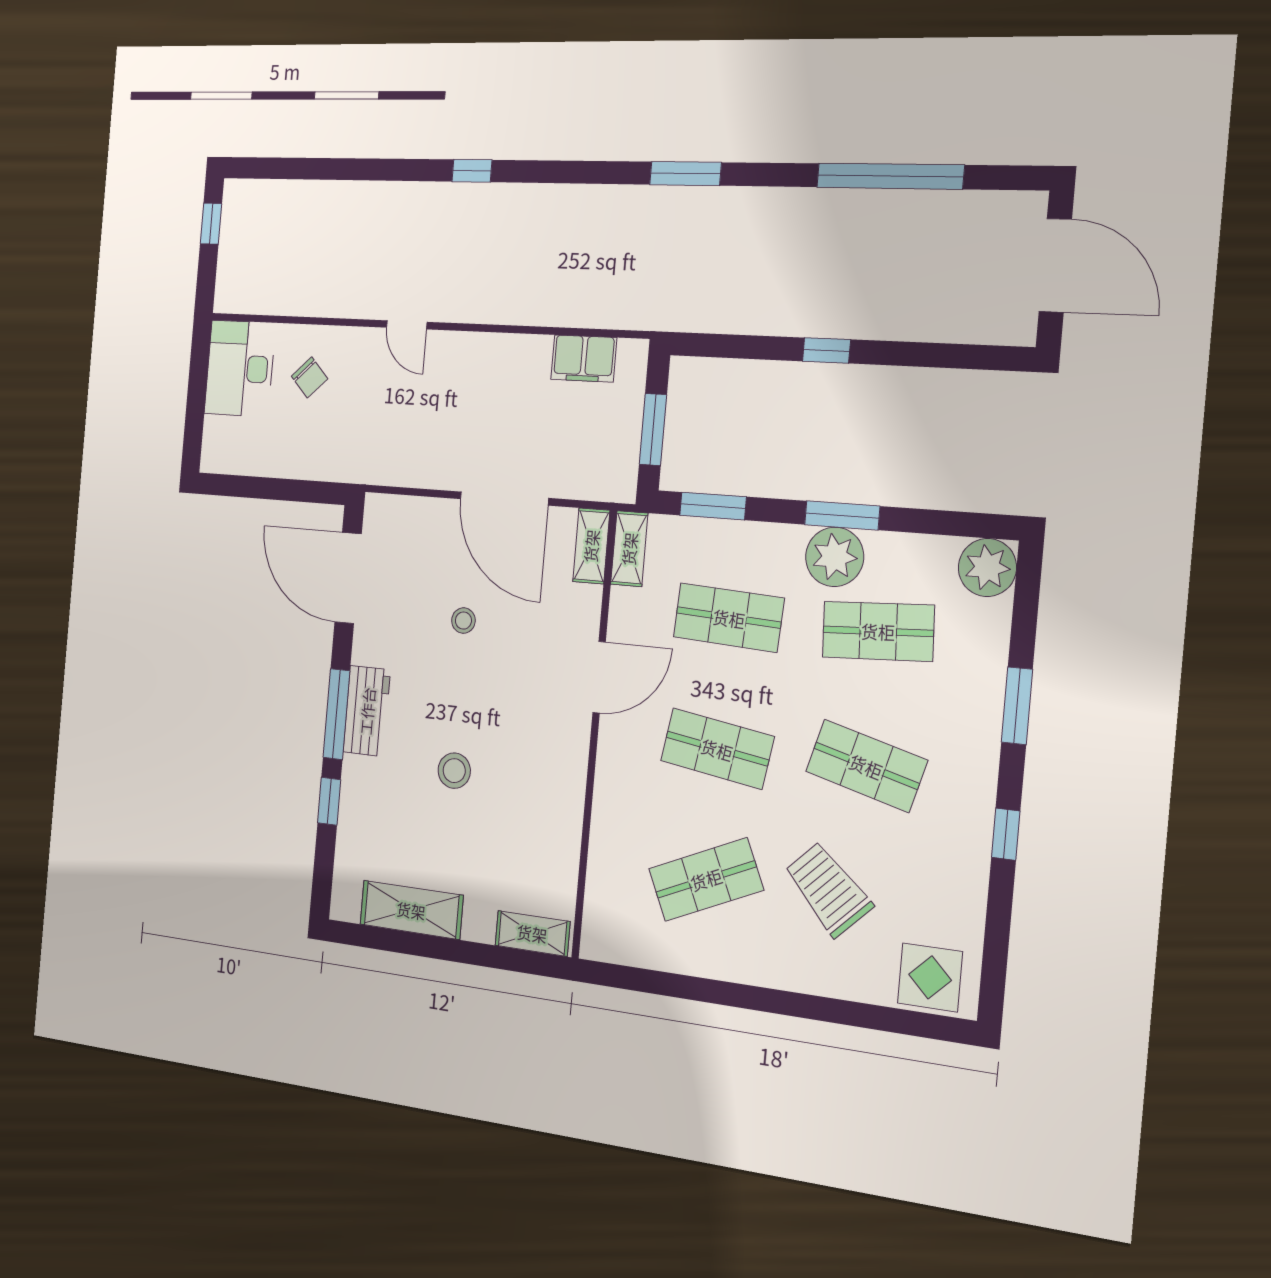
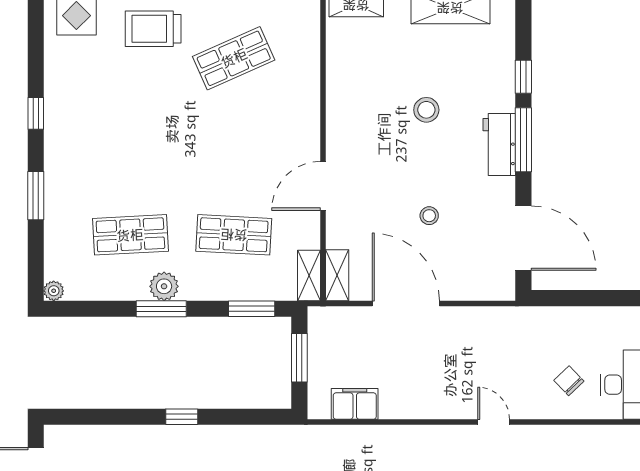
plant: (835, 557) -> (164, 286), width x0.73, depth x0.73
plant: (987, 567) -> (54, 291), width x0.53, depth x0.53
shop shelf: (717, 749) -> (234, 147), removed
shop shelf: (866, 766) -> (130, 147), removed
trolley: (828, 889) -> (153, 29), moved, turned 135

